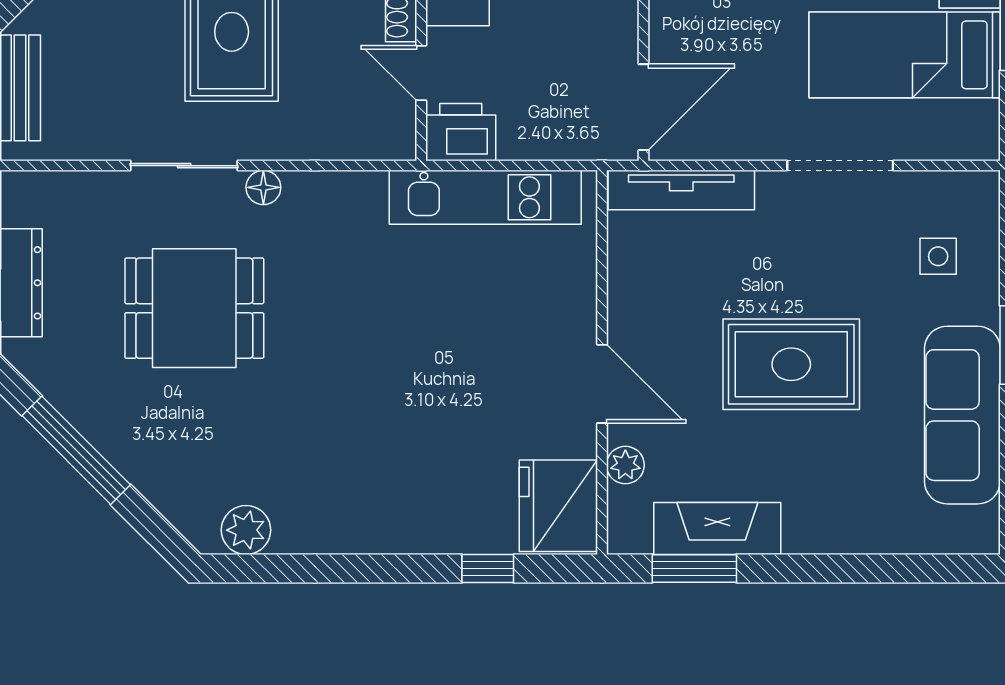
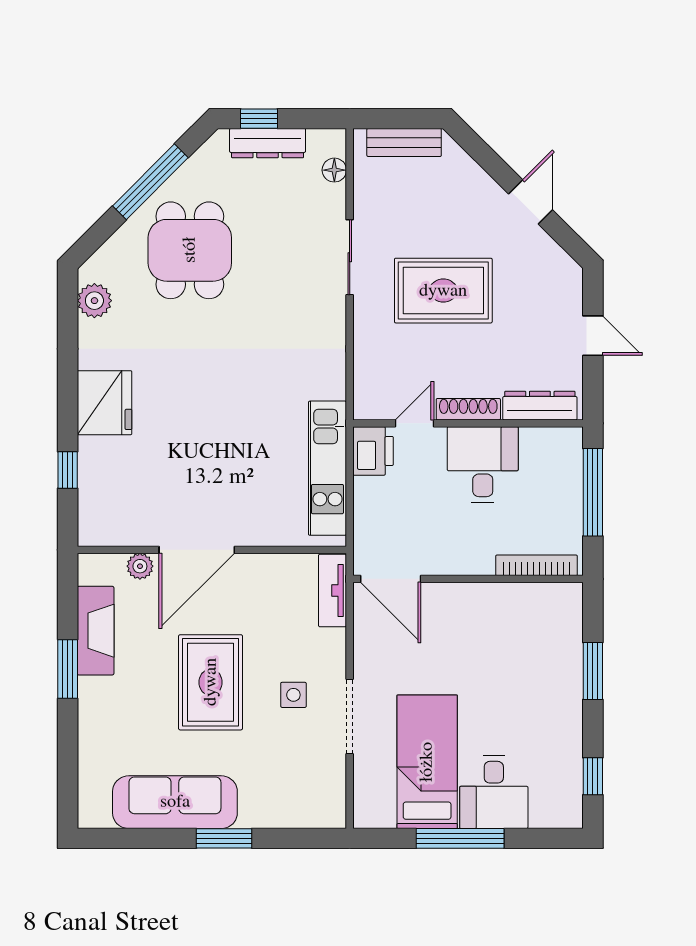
floor lamp: (263, 187) -> (334, 170), moved
tv unit: (681, 190) -> (333, 590), width x0.71
side table: (938, 256) -> (293, 695), moved
dining table: (194, 308) -> (190, 250), moved
door: (602, 384) -> (197, 550), width x1.36
fridge: (558, 506) -> (104, 403), moved, turned 90
window: (694, 569) -> (68, 669), moved

